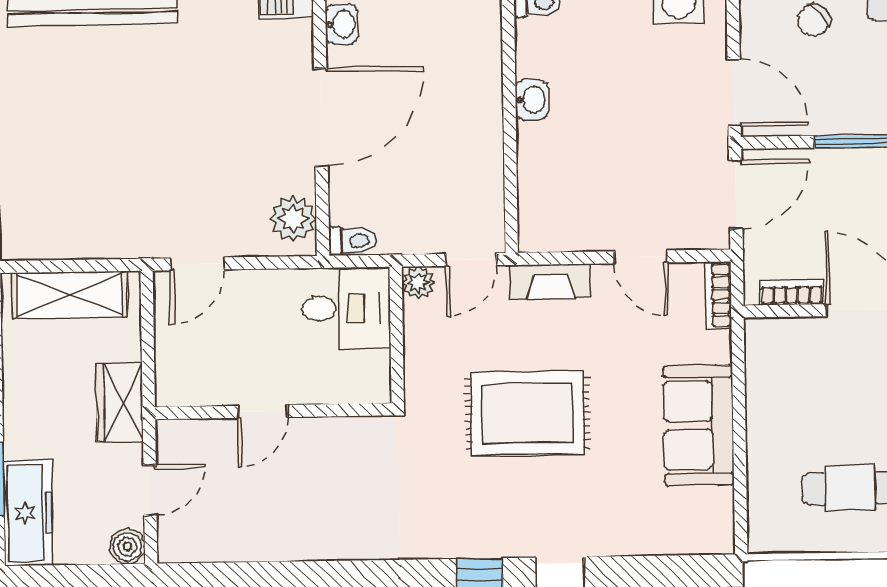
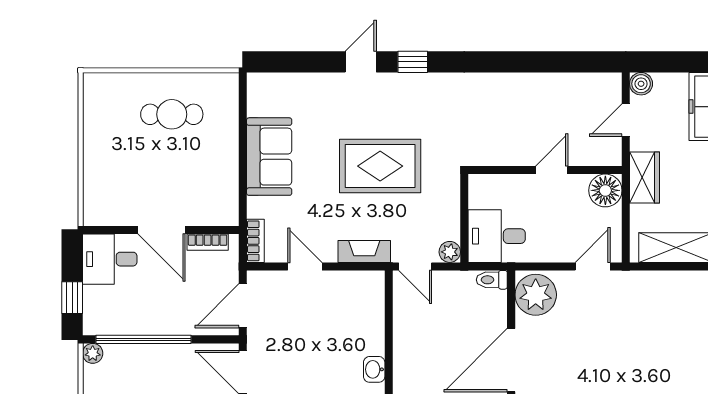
plant: (293, 219) -> (536, 295), width x1.36, depth x1.36
door: (471, 260) -> (415, 266), swing flipped
floor lamp: (180, 381) -> (605, 190), added

